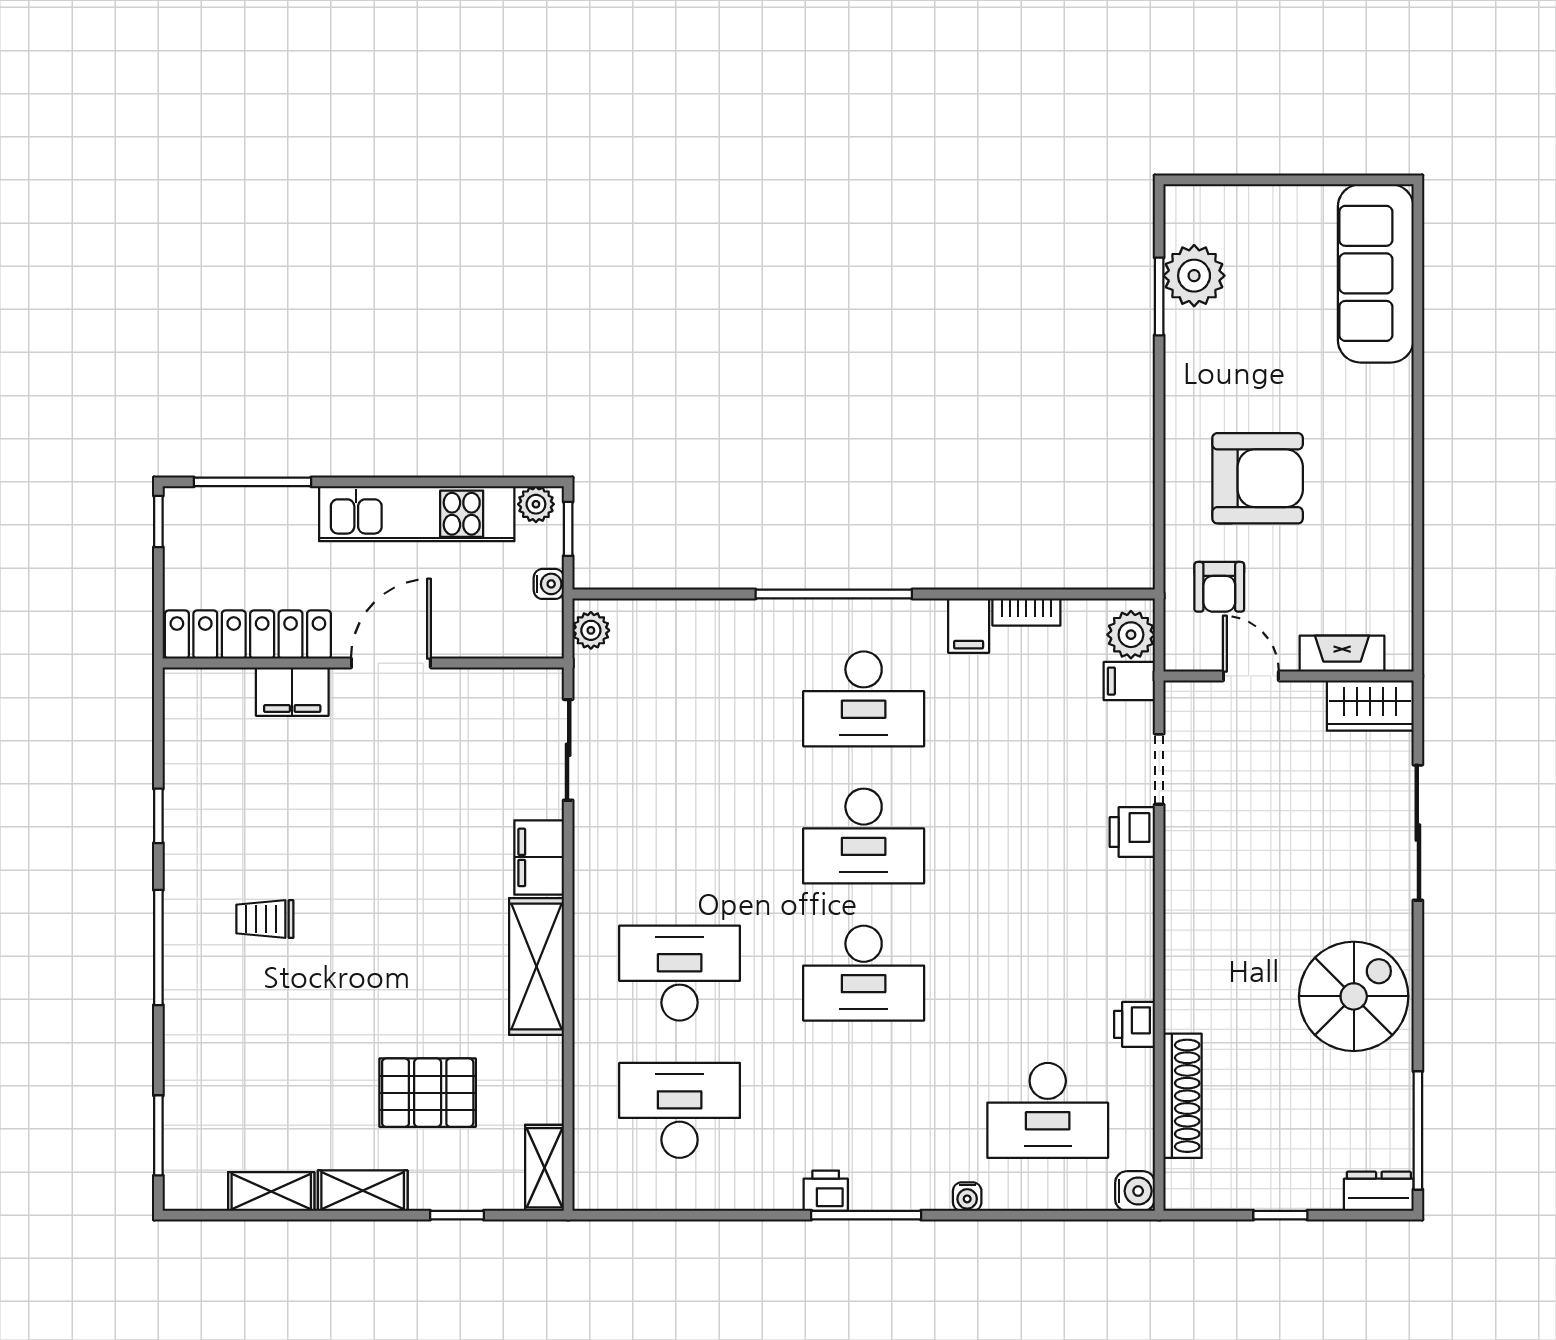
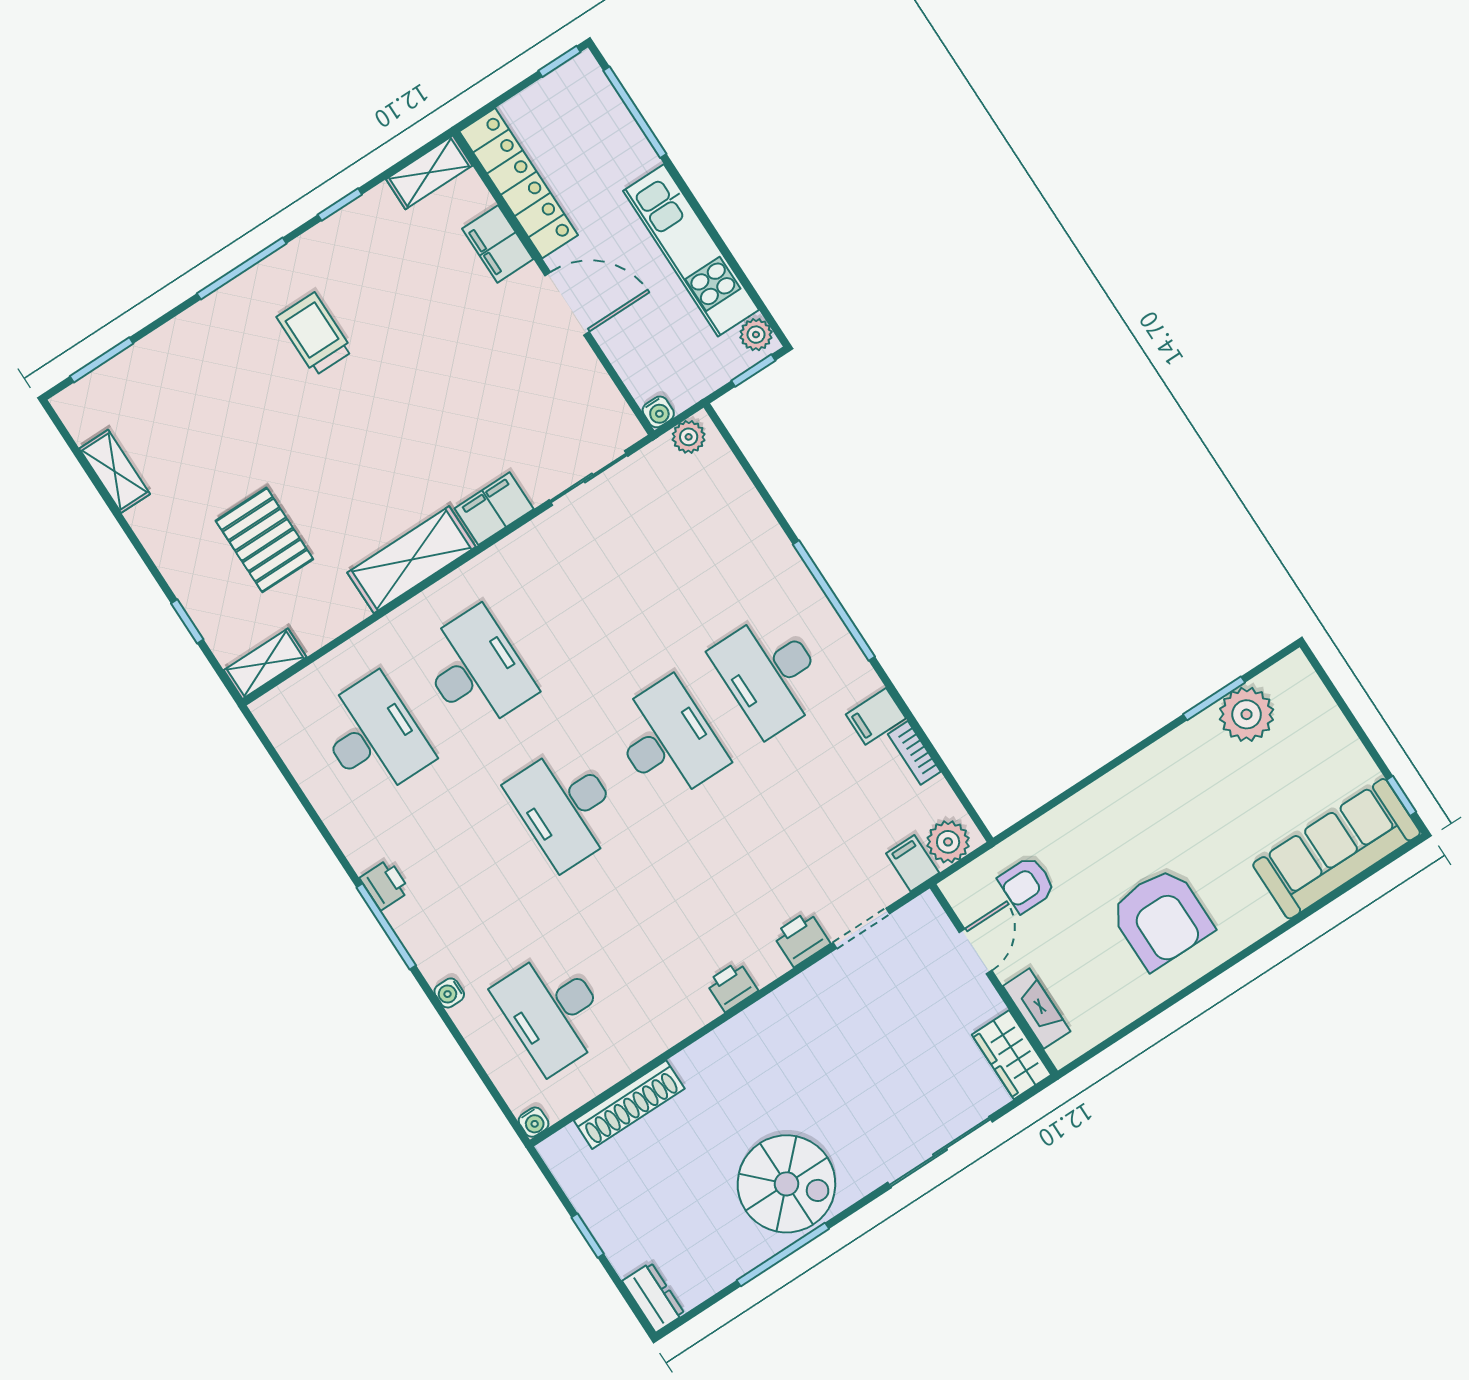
window: (1366, 180) -> (1401, 796), added
armchair: (1258, 478) -> (1161, 918), moved
water cooler: (549, 584) -> (658, 412), moved
desk: (864, 836) -> (668, 740), turned 180
trolley: (265, 919) -> (315, 334), width x1.36, depth x1.39
printer: (1134, 1024) -> (732, 986), moved
window: (1418, 1130) -> (783, 1254), moved
shelving: (363, 1191) -> (429, 172), moved, turned 90
water cooler: (1135, 1191) -> (534, 1122), width x0.72, depth x0.72

